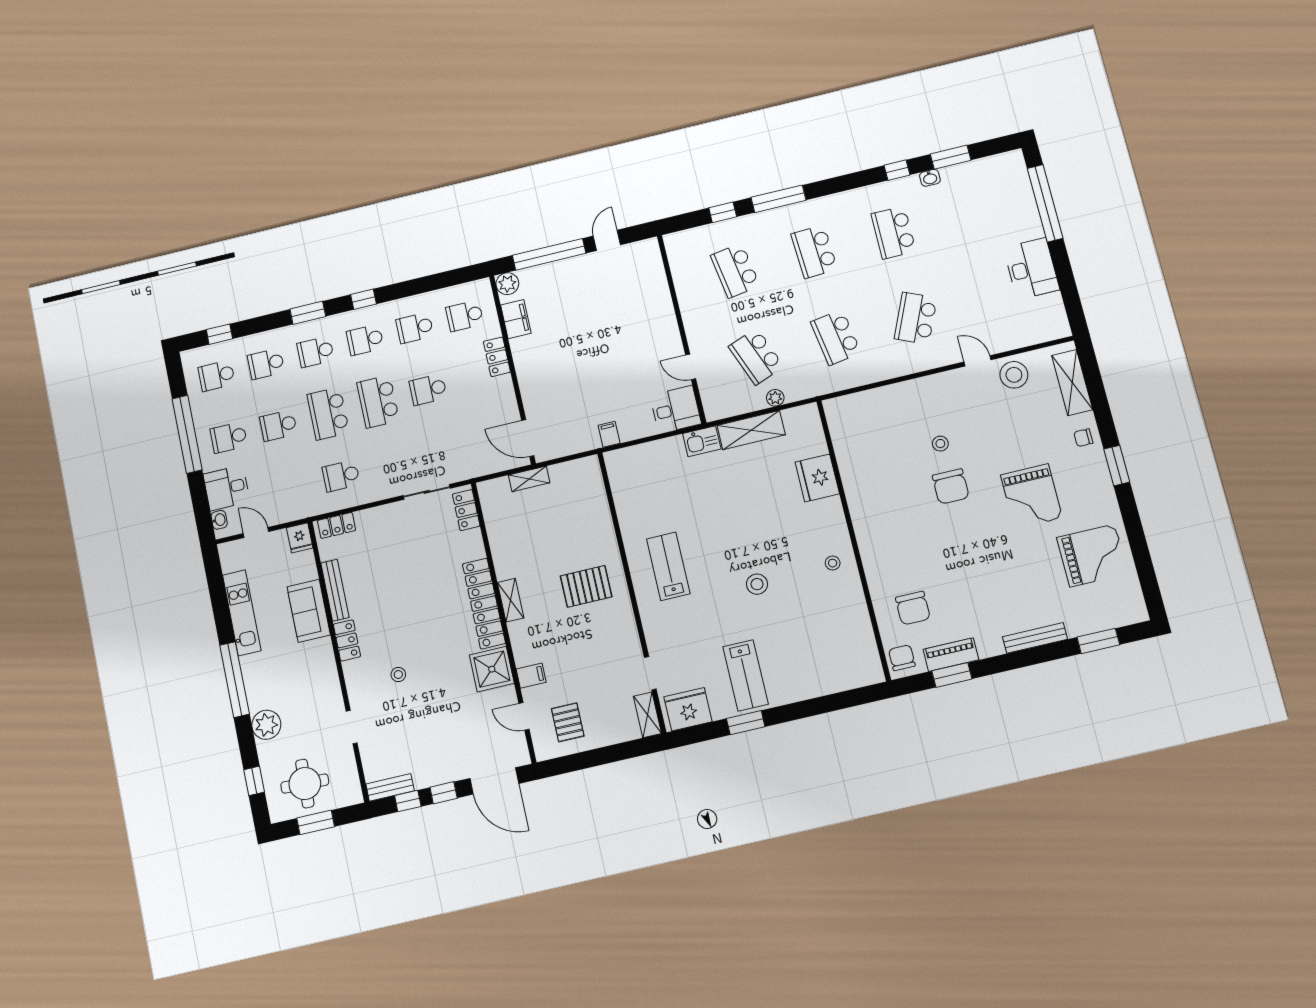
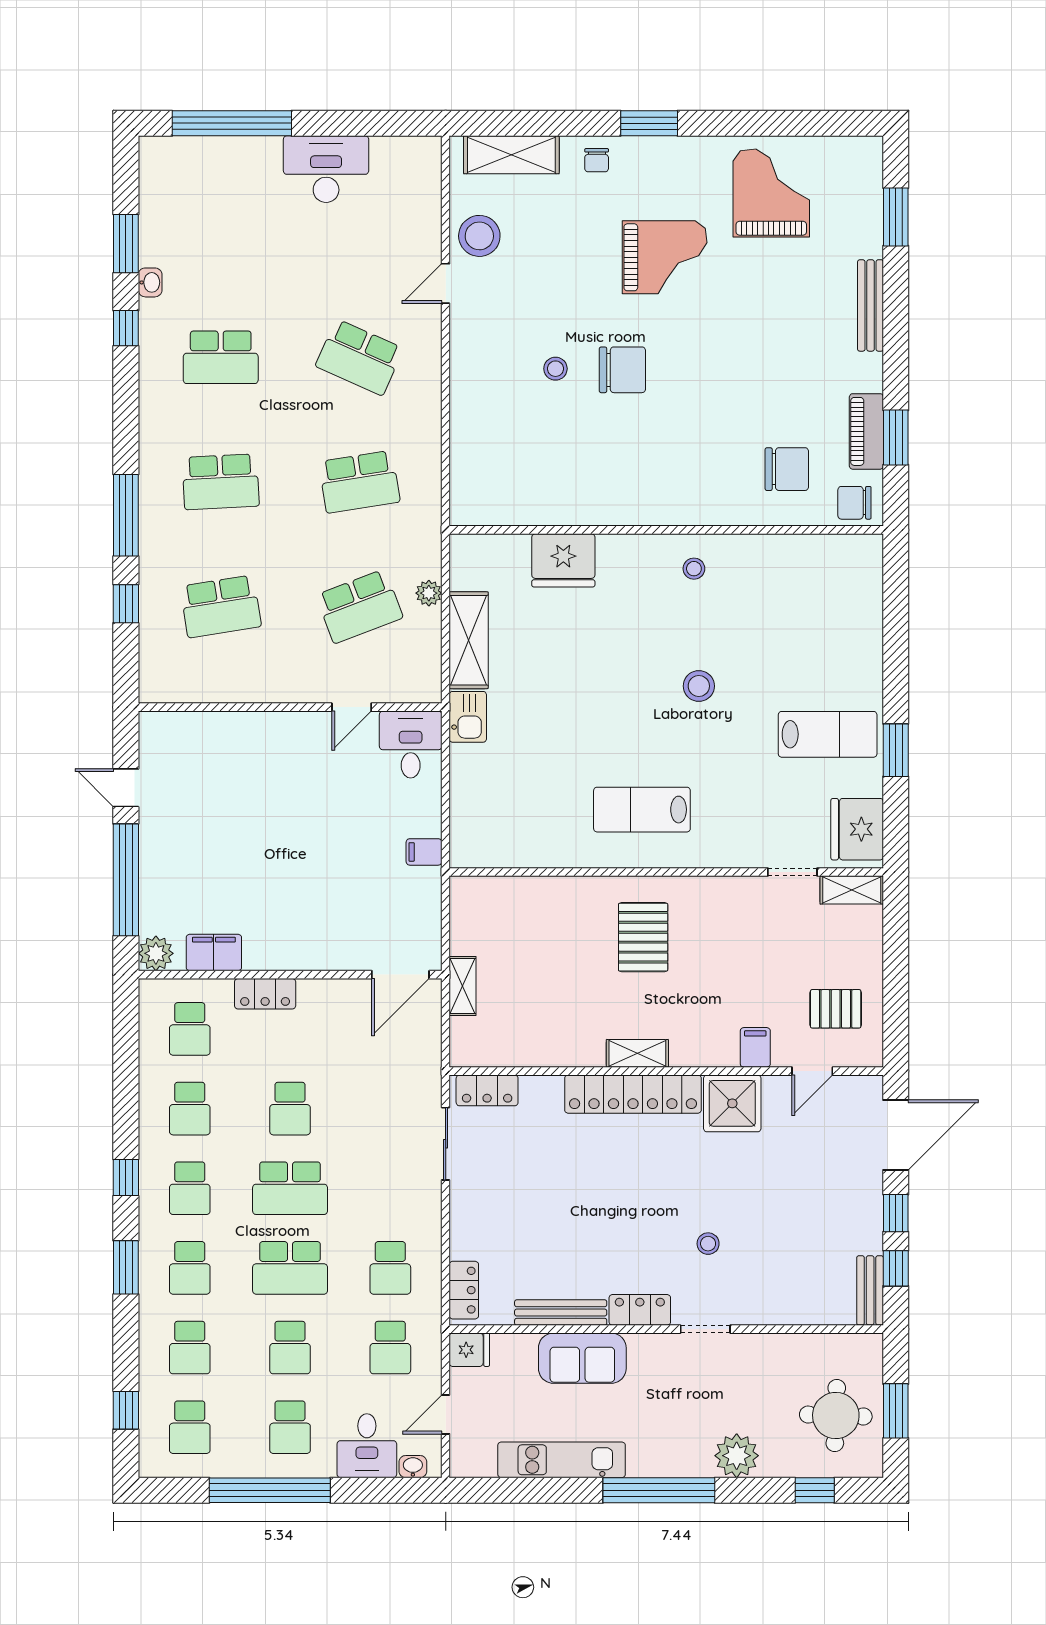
school desk: (291, 488) -> (390, 1348), added
doorway: (352, 727) -> (705, 1329), moved

